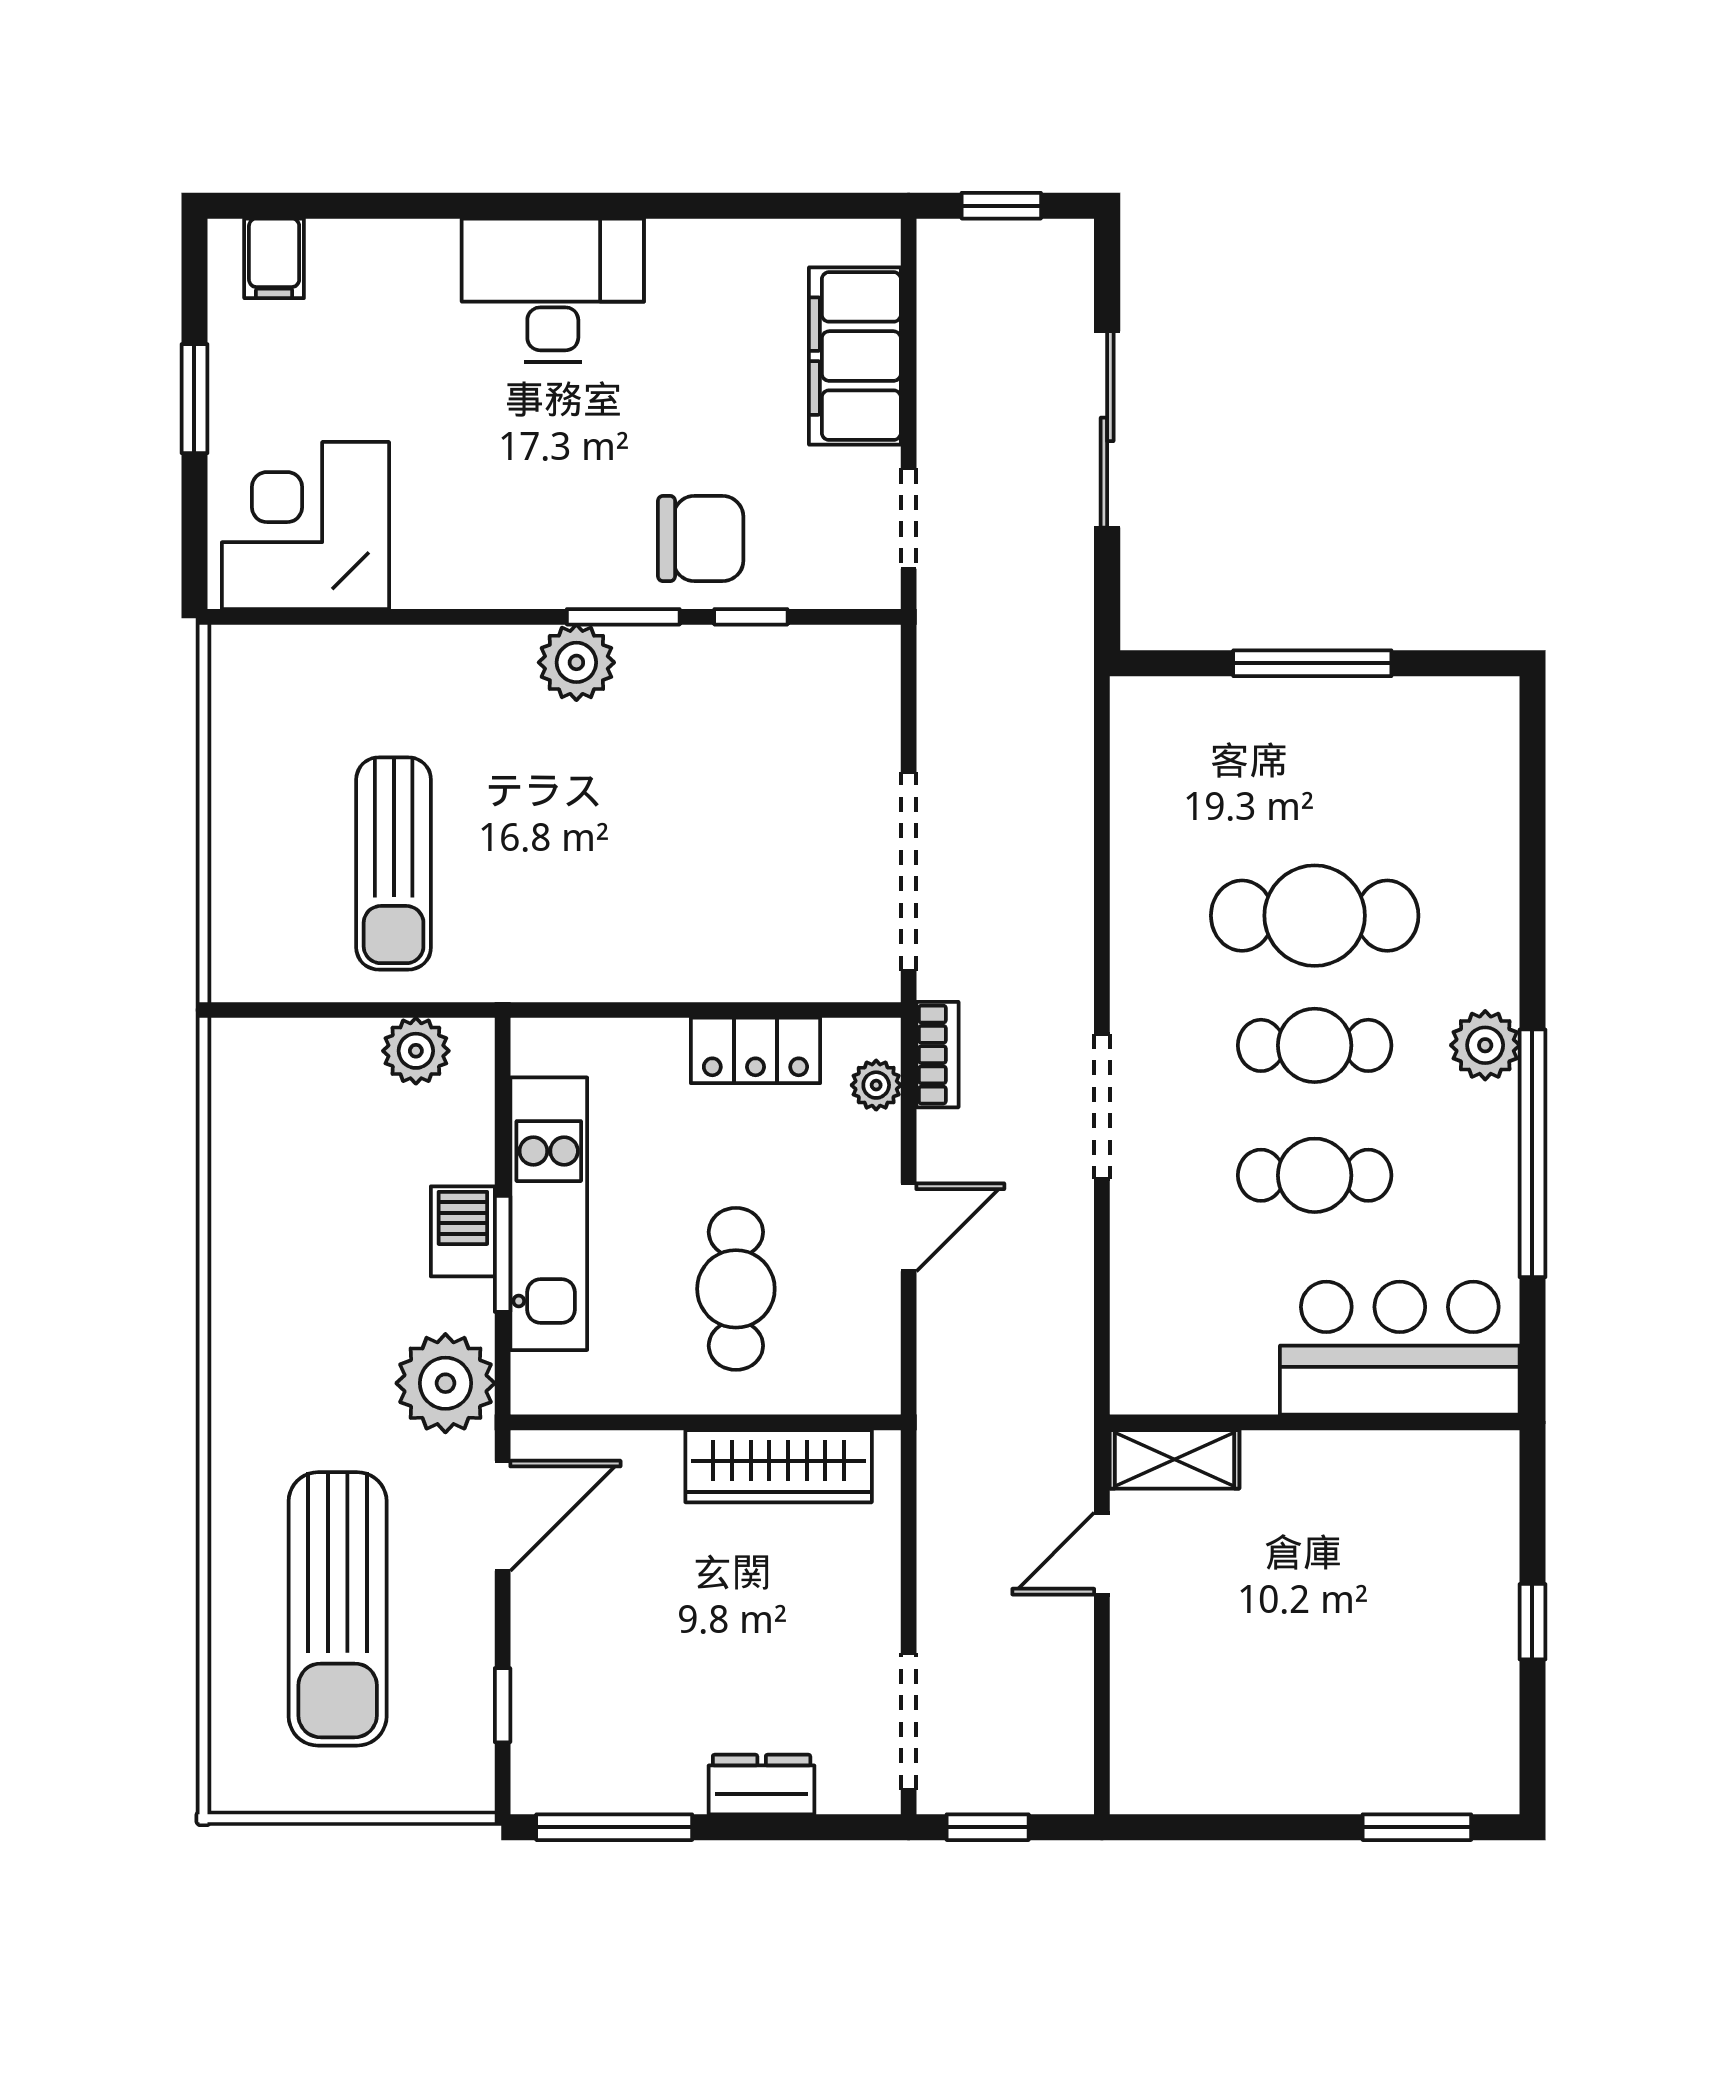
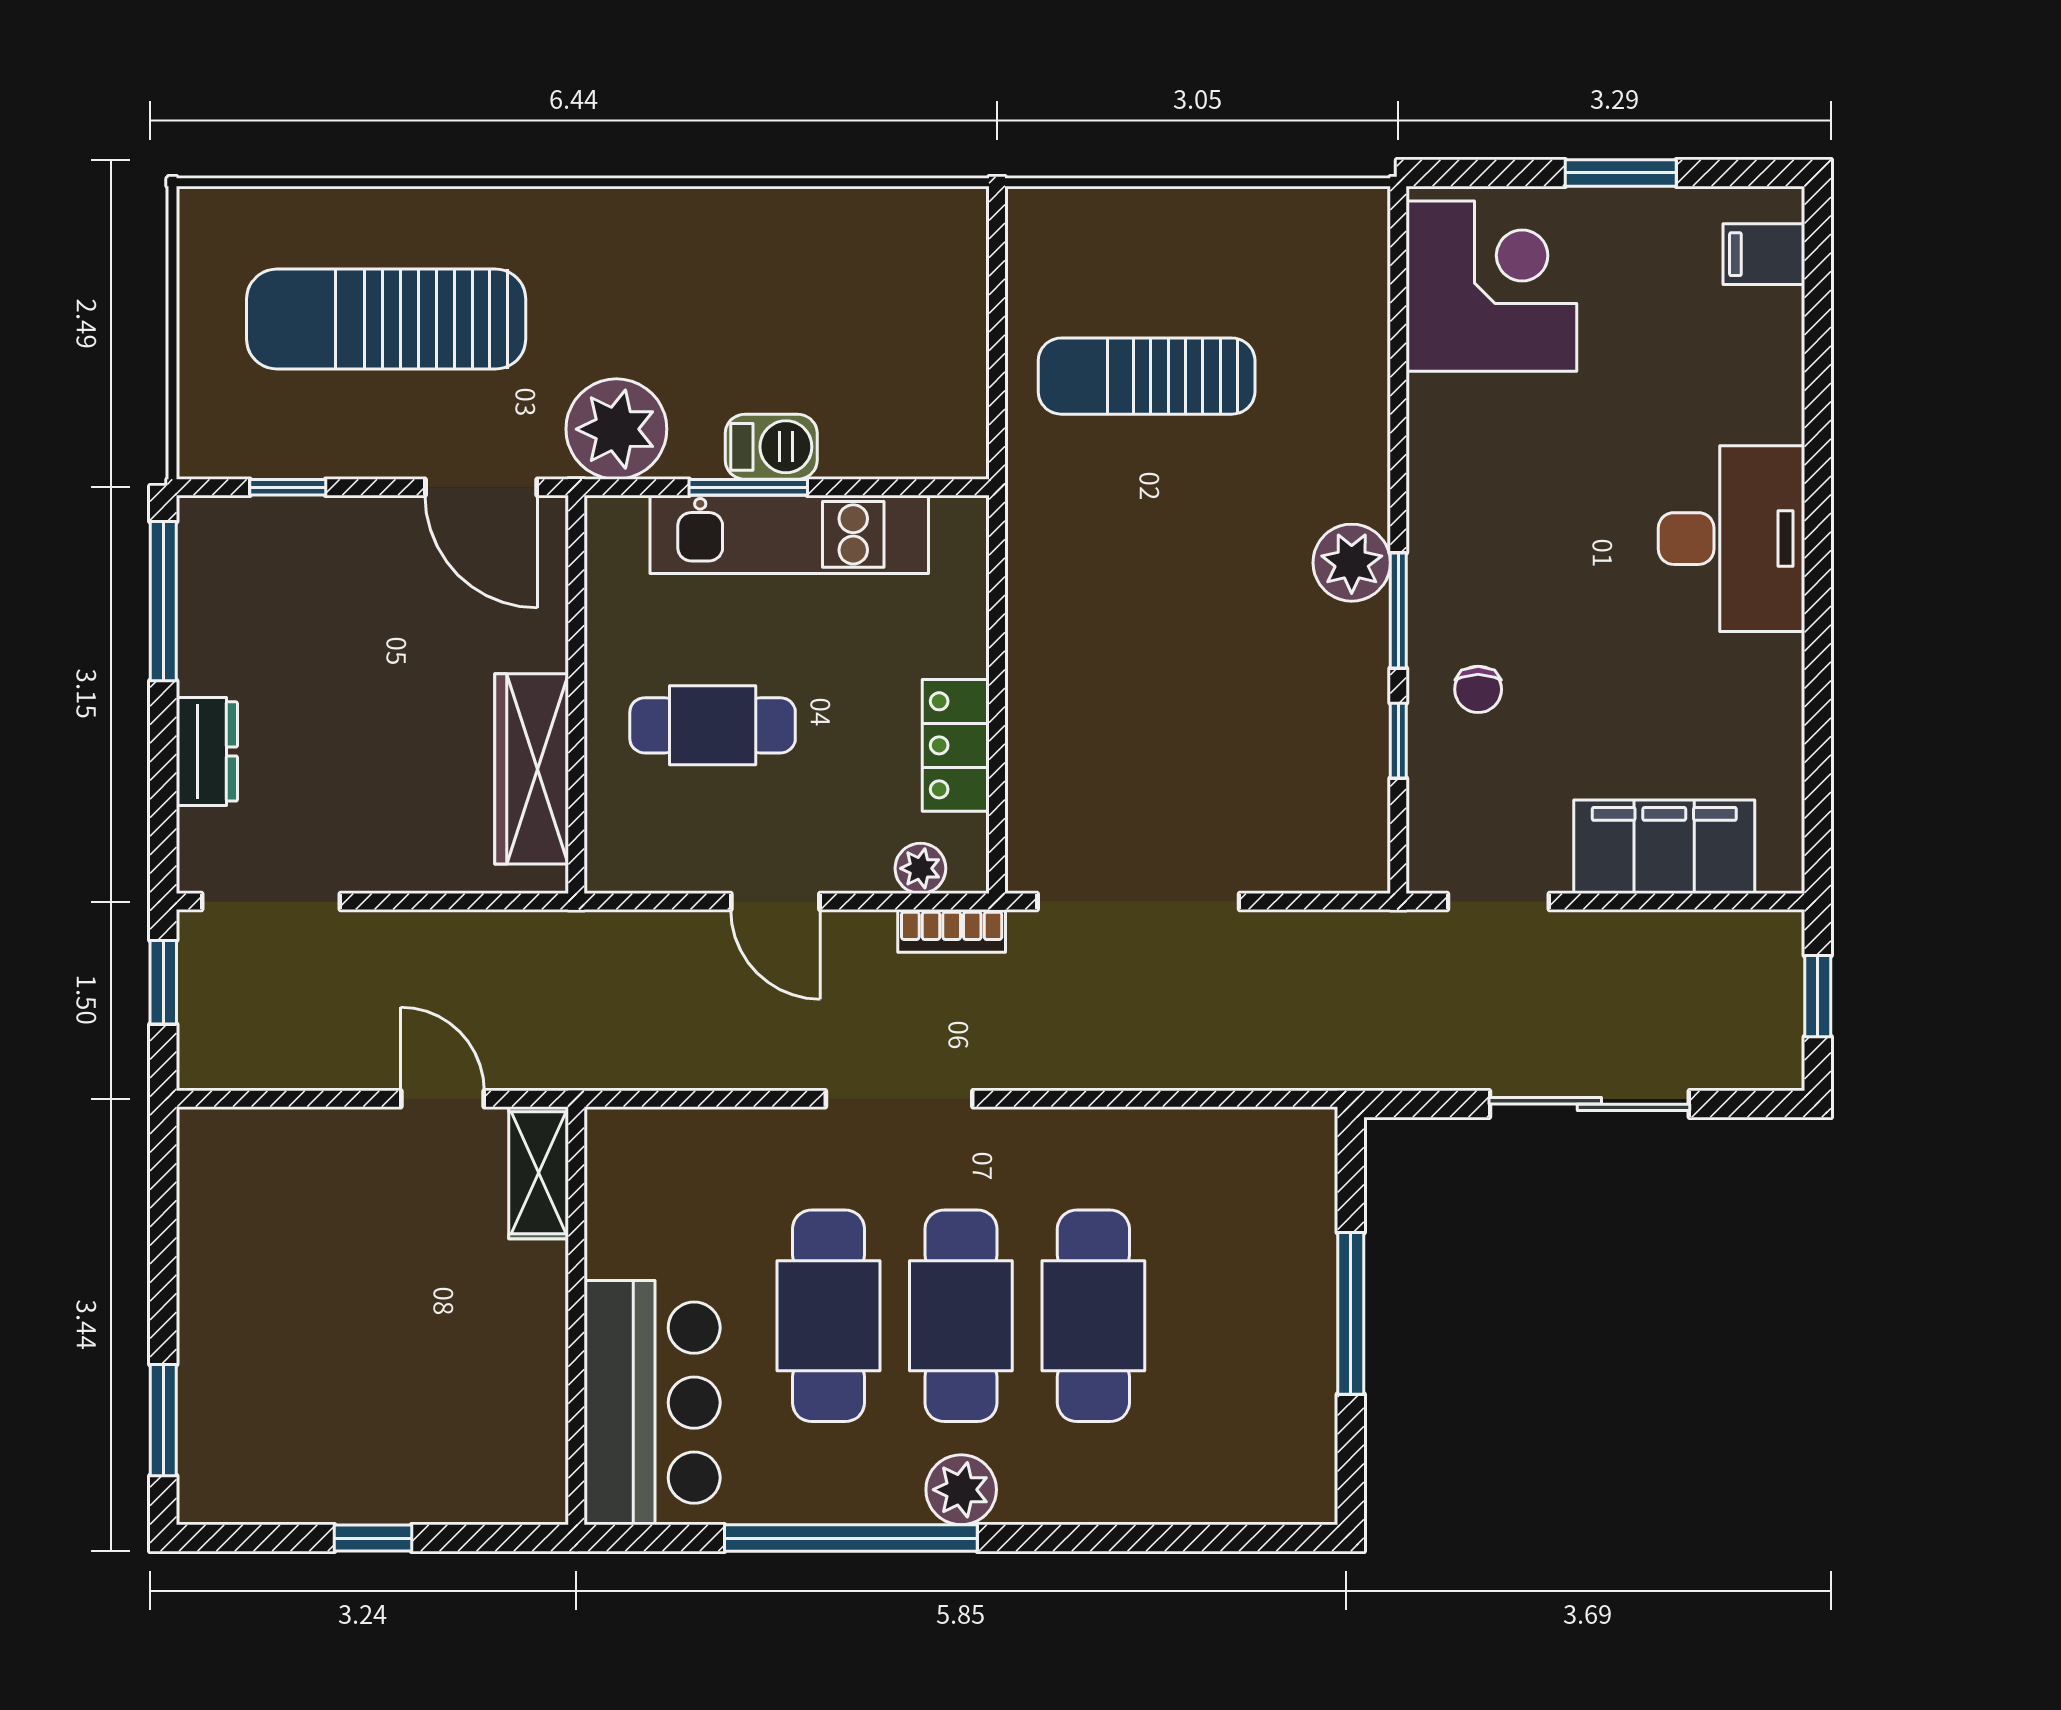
chair: (701, 539) -> (1478, 689), width x0.54, depth x0.54
cafe table: (1315, 1045) -> (961, 1316), width x1.37, depth x1.35
plant: (416, 1051) -> (955, 399), removed
cafe table: (1315, 1175) -> (828, 1316), width x1.37, depth x1.35

